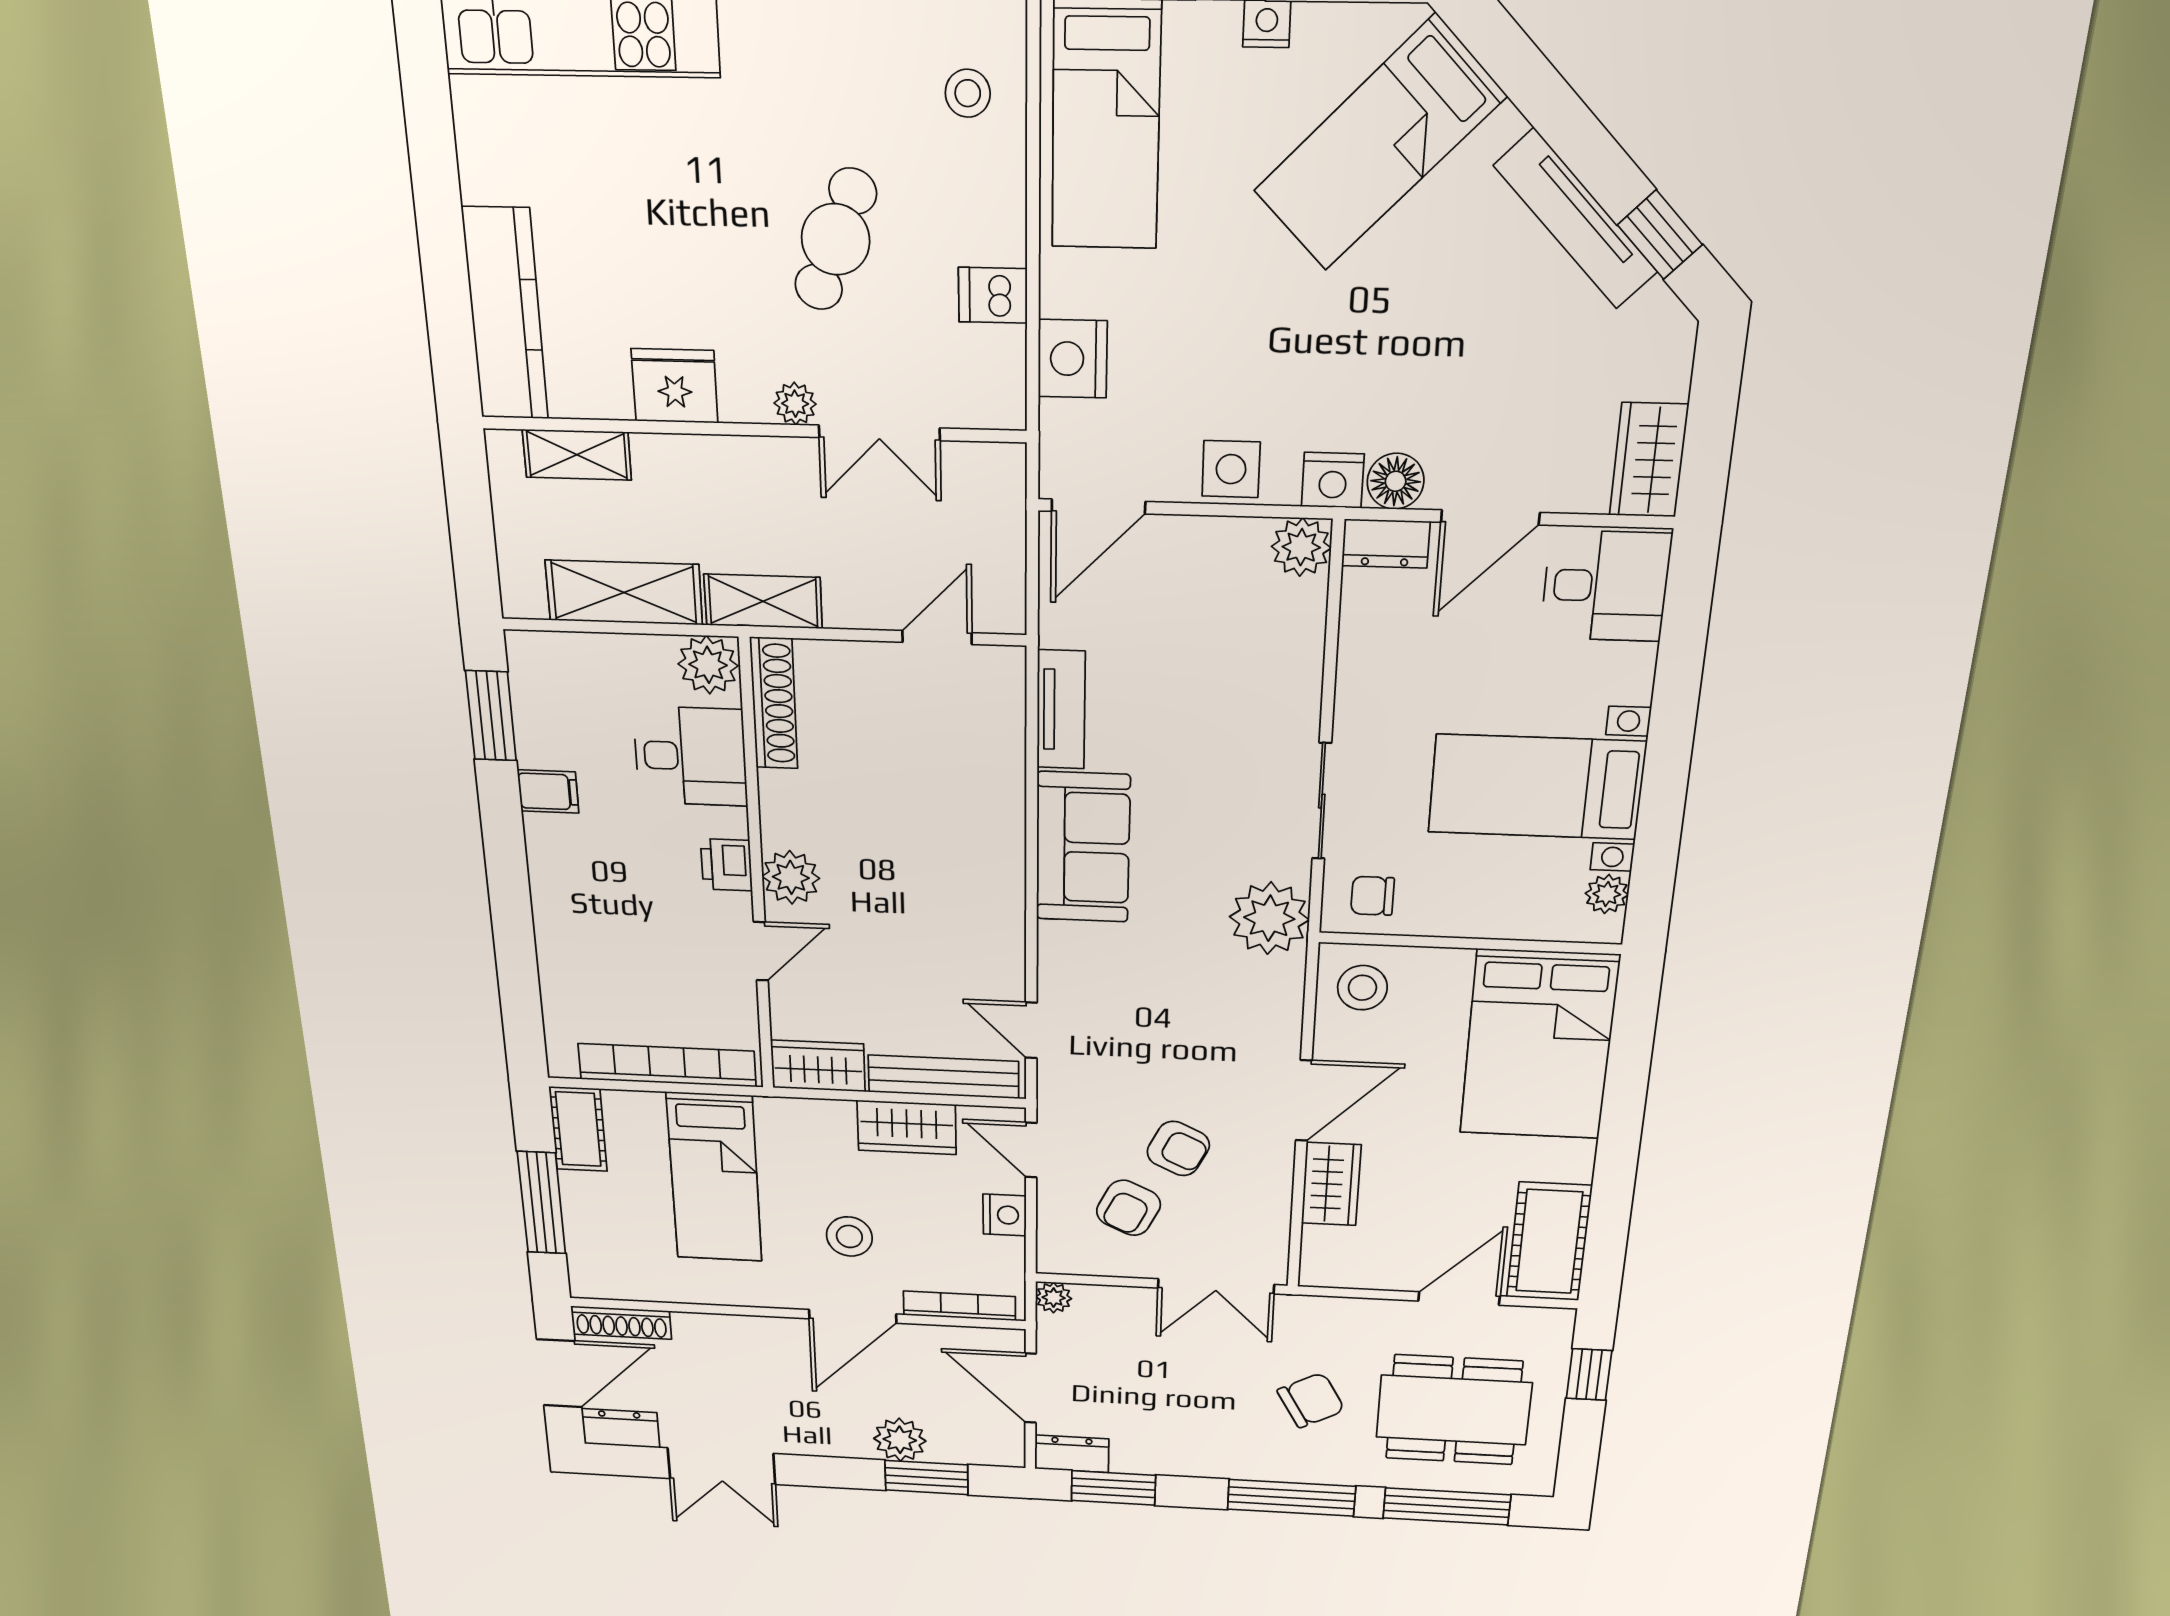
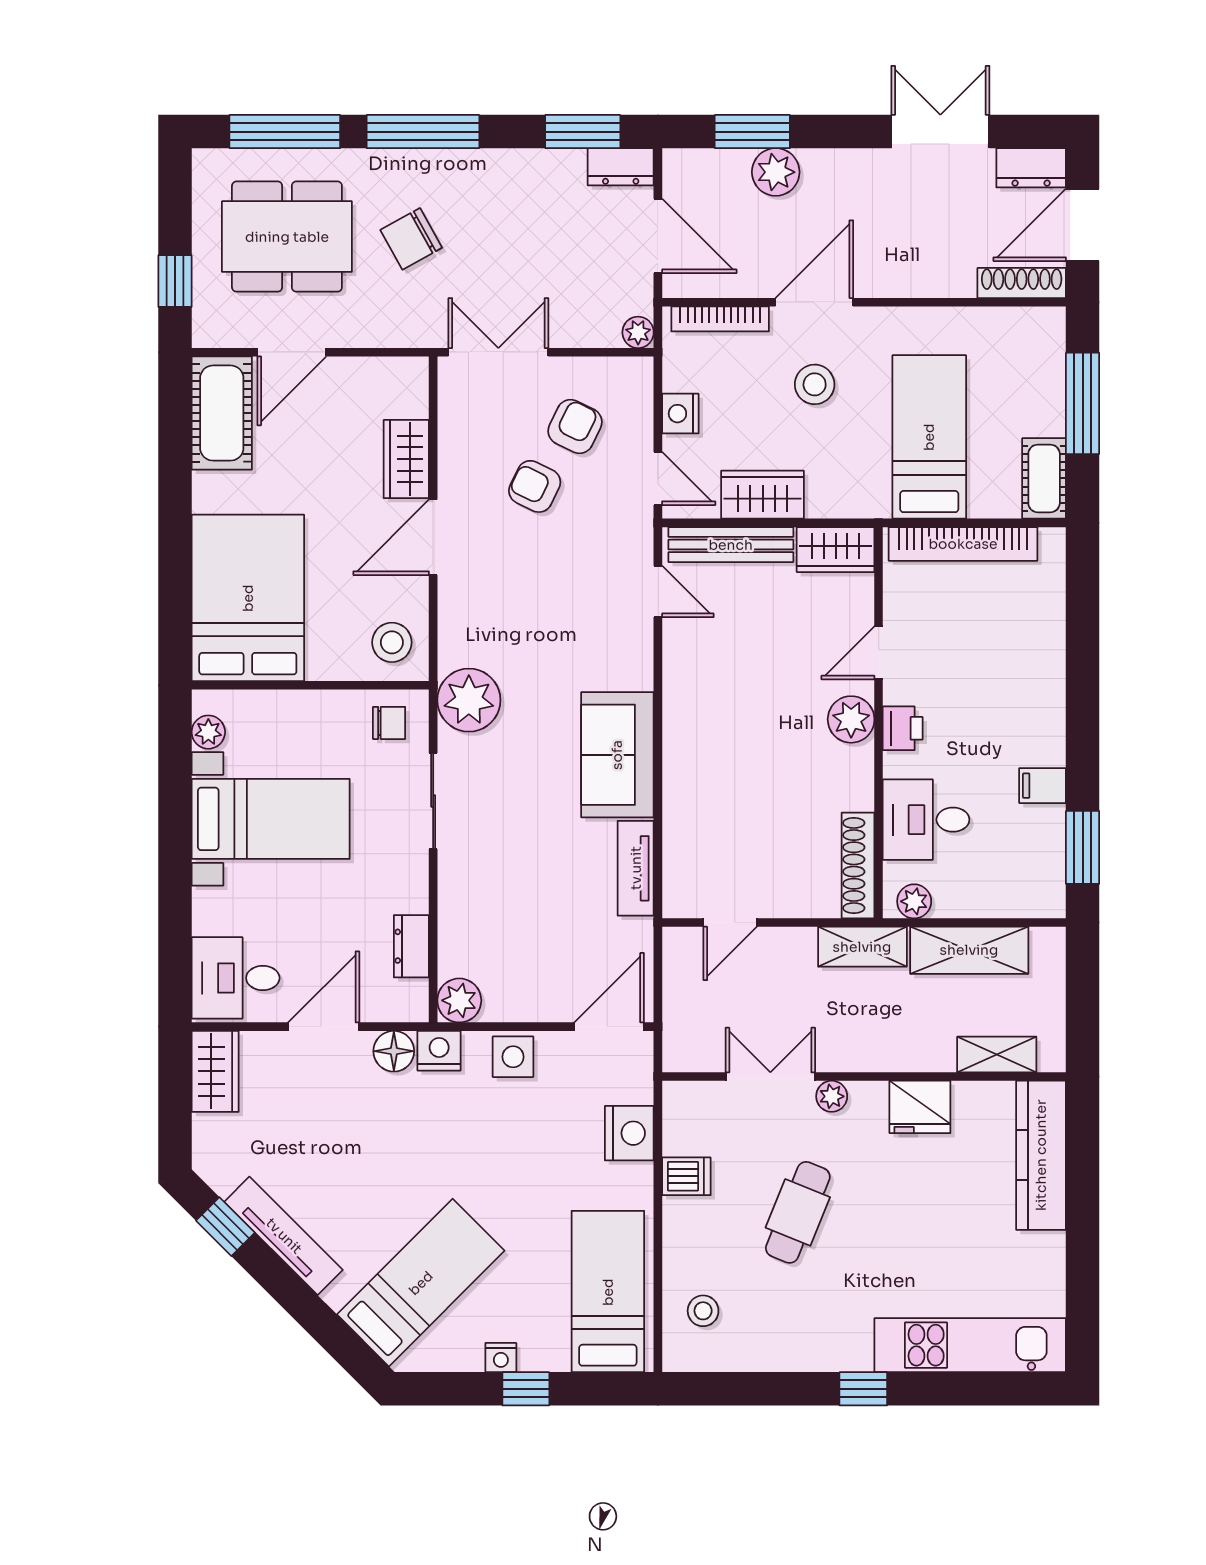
dresser: (1386, 544) -> (411, 946), moved, turned -90
plant: (708, 665) -> (914, 901), width x0.73, depth x0.73

